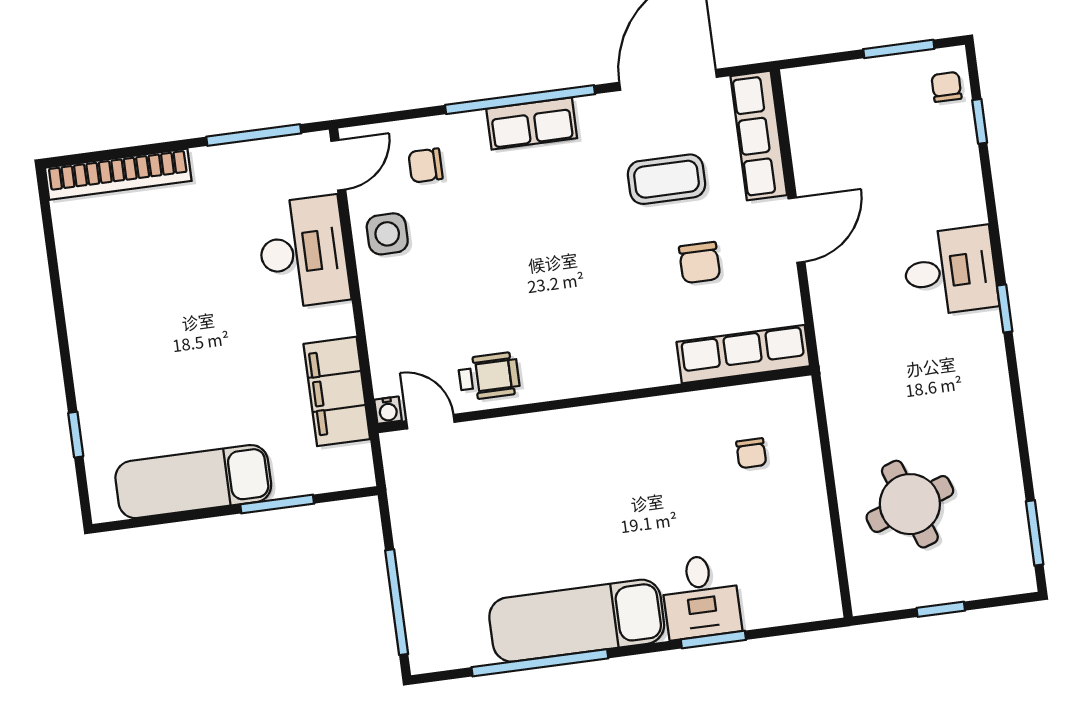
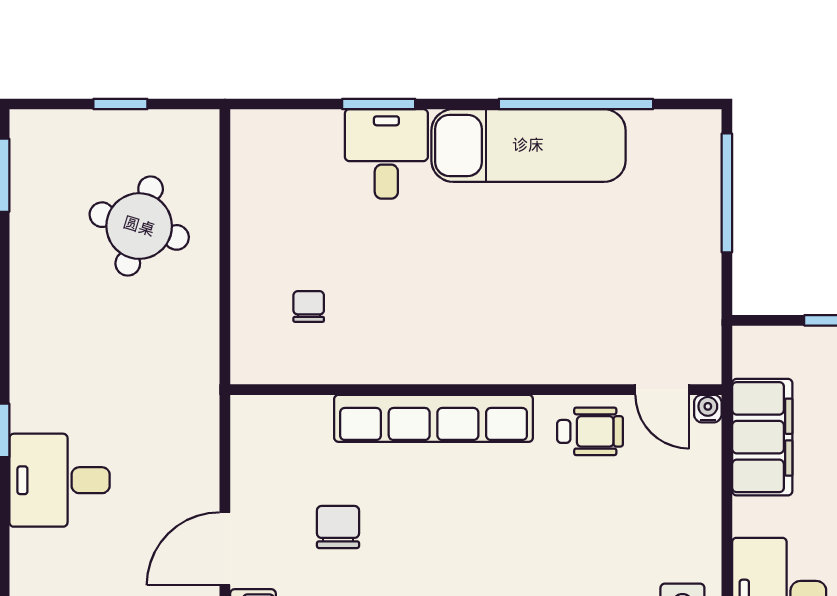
row of seats: (743, 354) -> (434, 418), moved, width x1.36
wheelchair: (489, 376) -> (590, 431), turned 180
round table: (910, 504) -> (139, 226), turned 36

